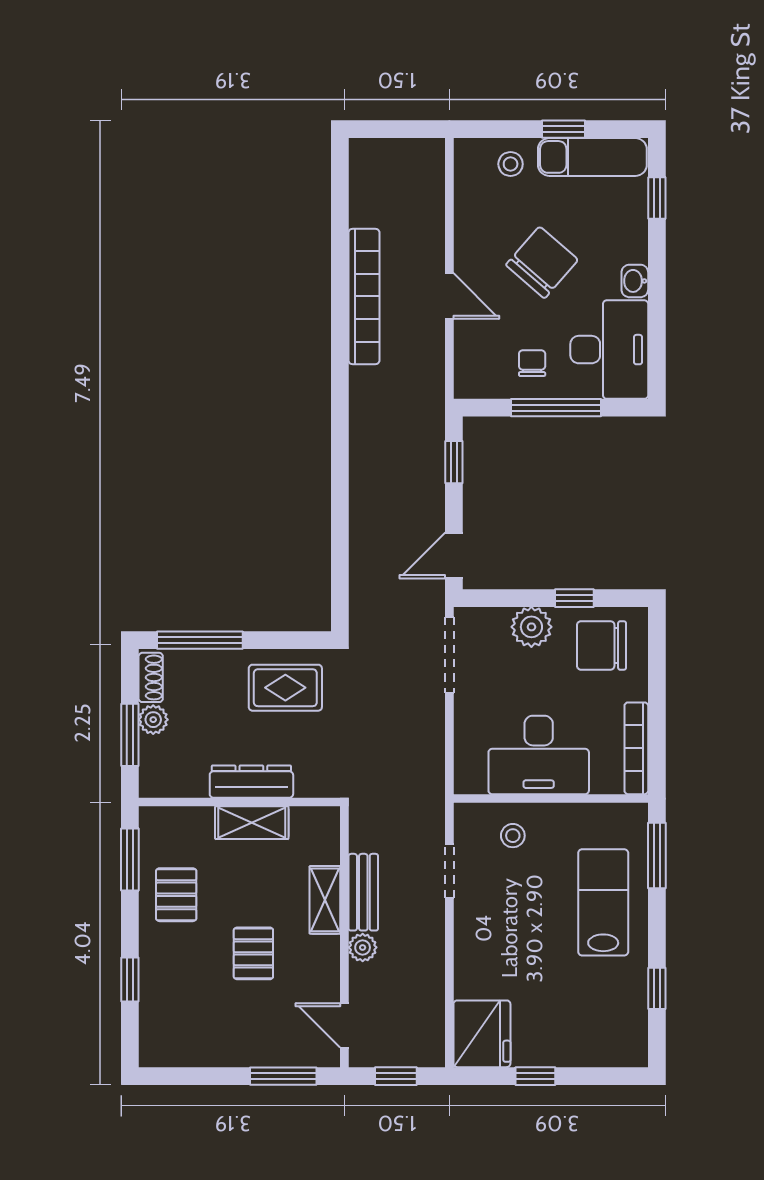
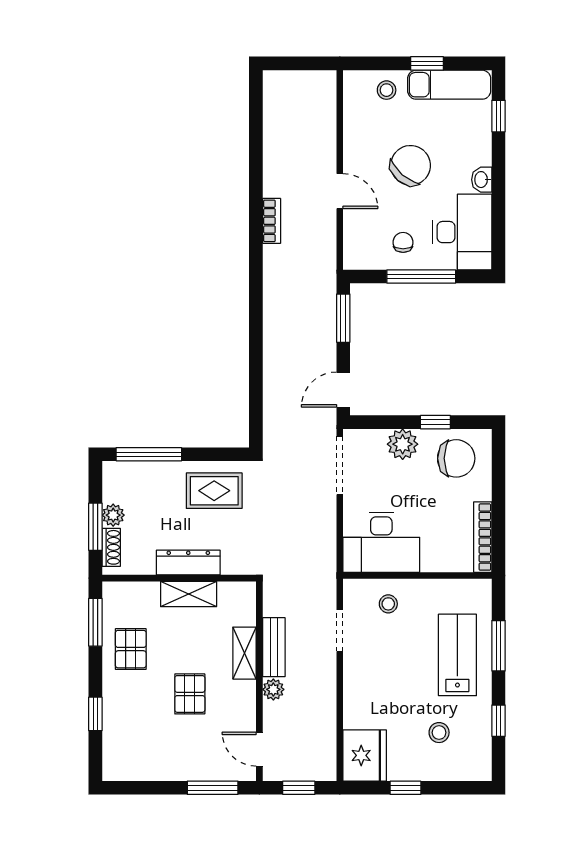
bookcase: (364, 296) -> (272, 221), width x0.43, depth x0.76
window: (454, 462) -> (343, 318), width x1.50
chair: (602, 645) -> (456, 458), turned 180
shoe rack: (151, 677) -> (111, 547), moved
desk: (539, 755) -> (381, 542), moved
window: (657, 856) -> (498, 646), moved
stool: (579, 1004) -> (439, 733), added

